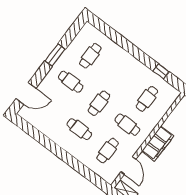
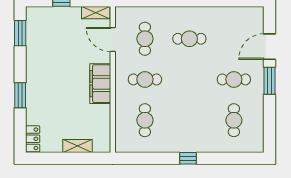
window: (55, 55) -> (270, 81), moved
window: (161, 71) -> (188, 158), moved
door: (26, 93) -> (270, 47), moved
cafe table: (99, 103) -> (189, 79), removed

